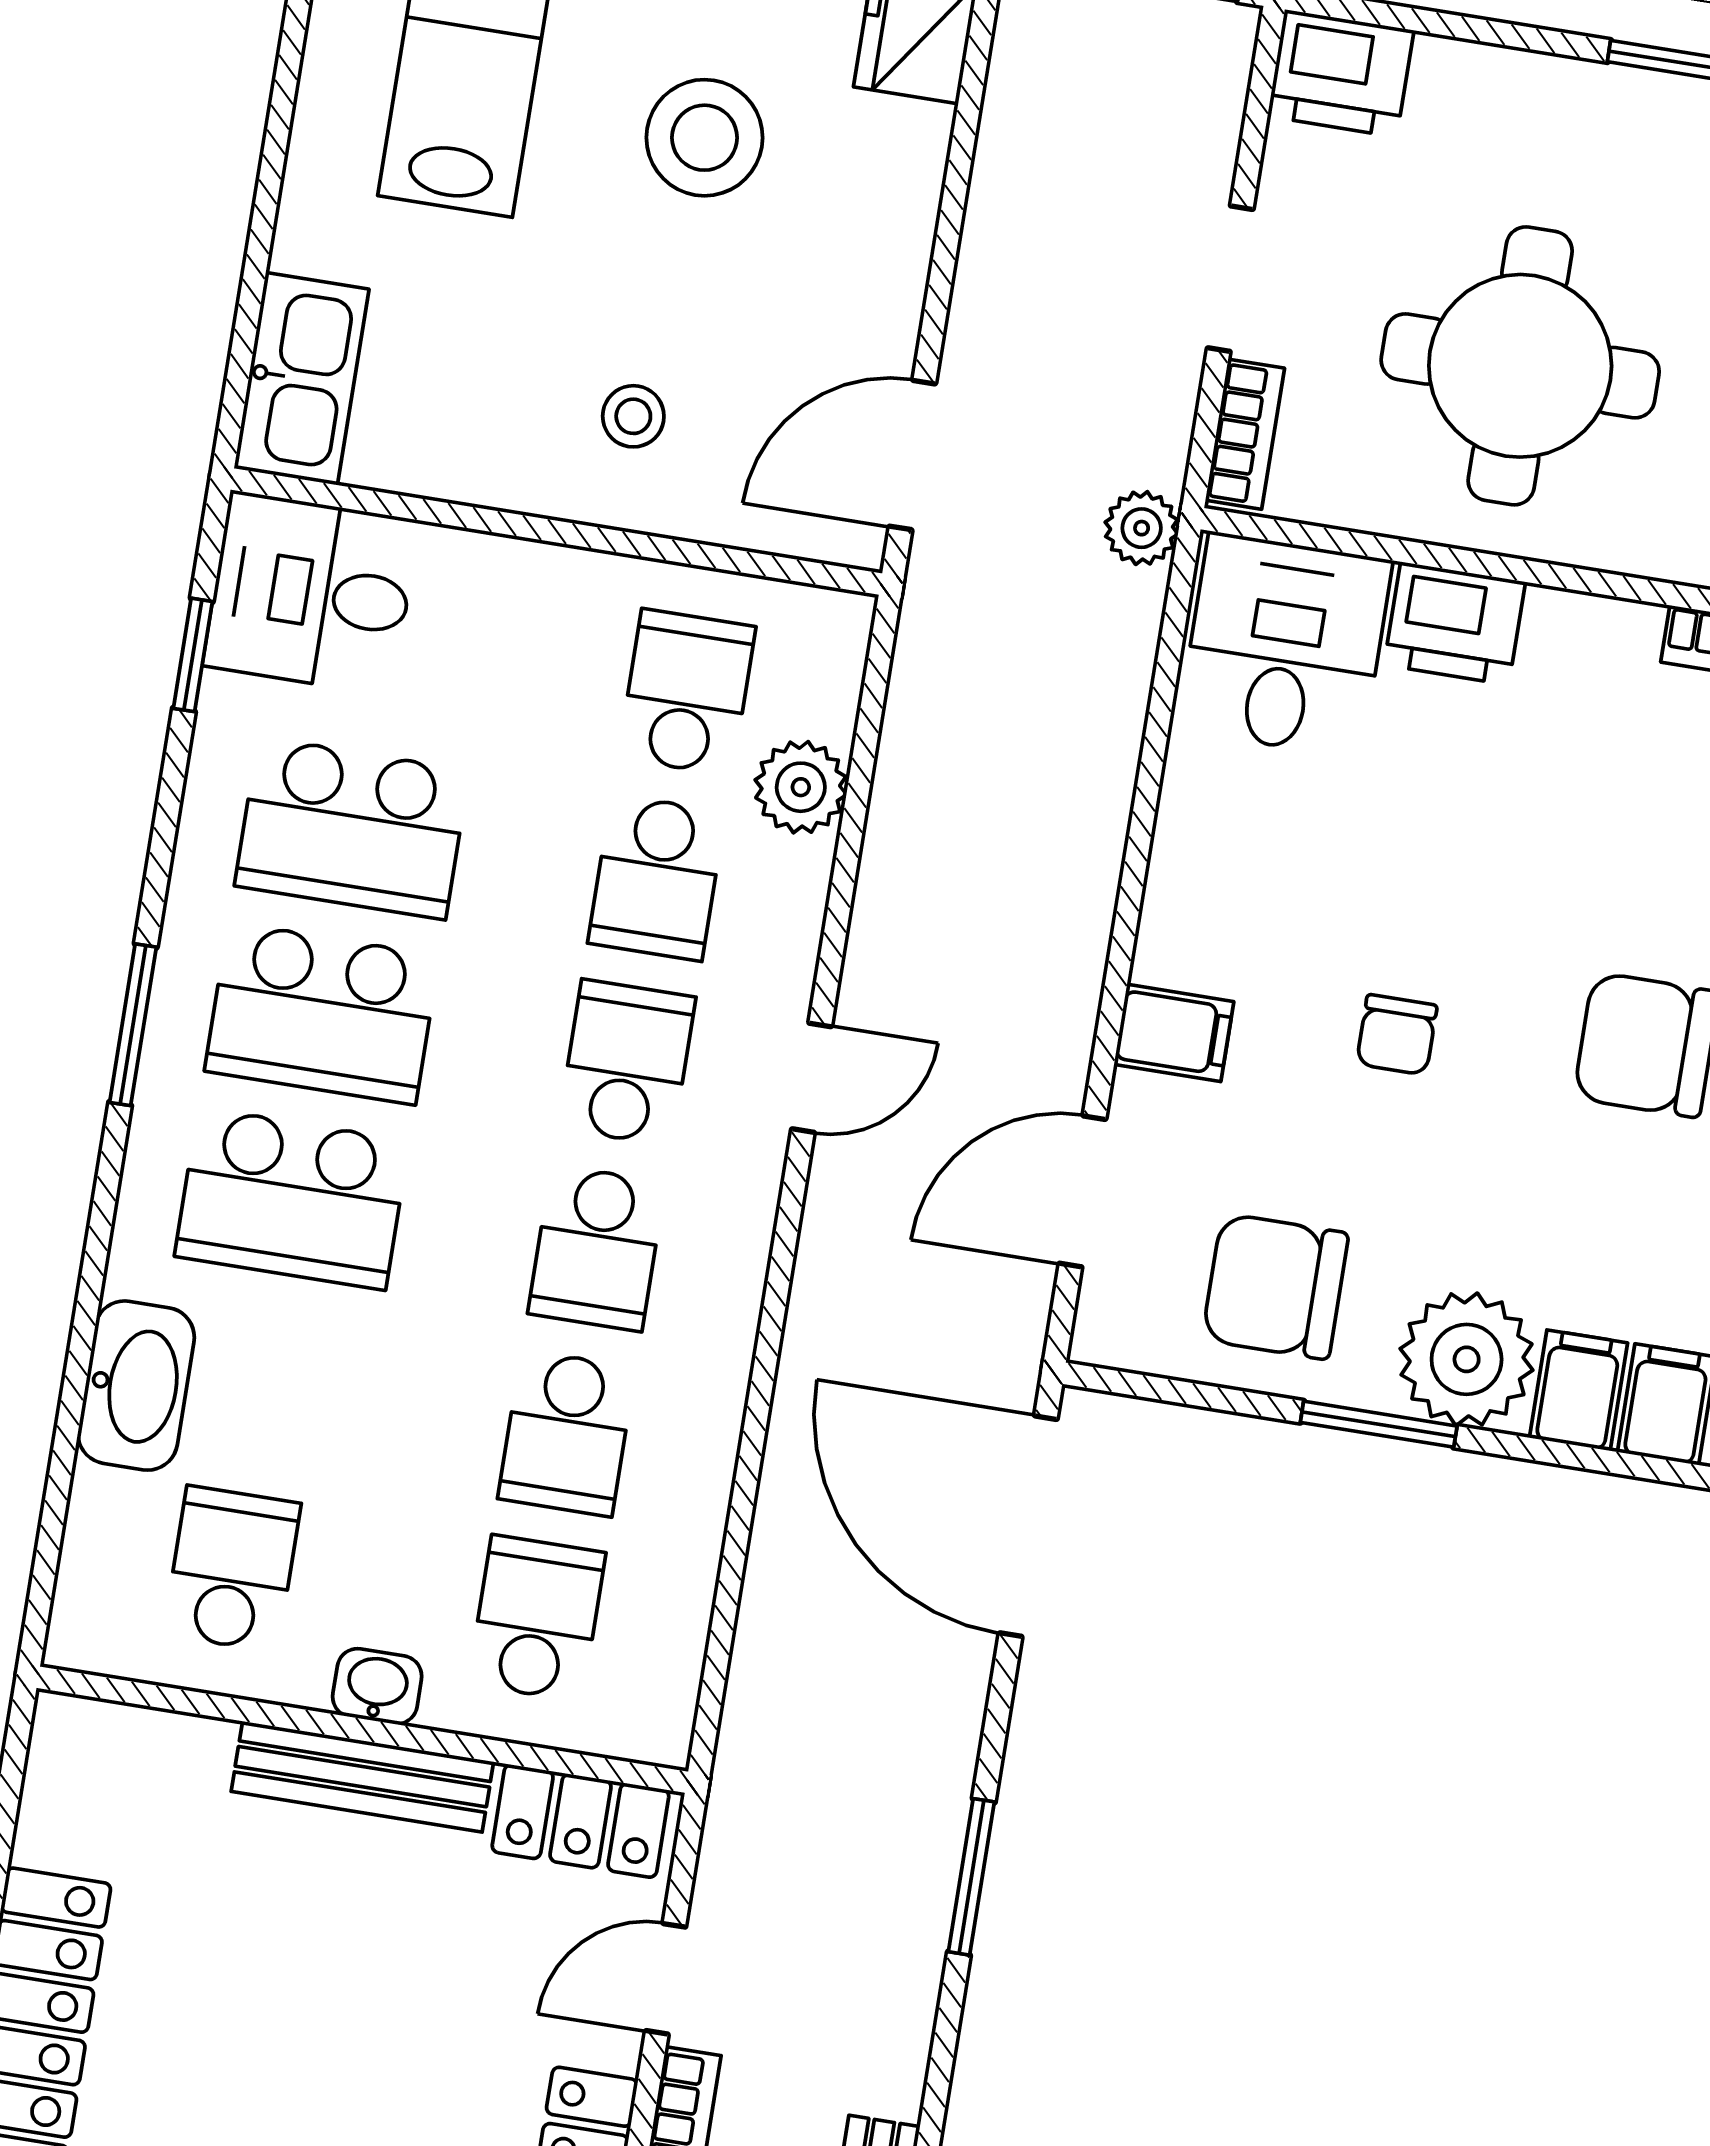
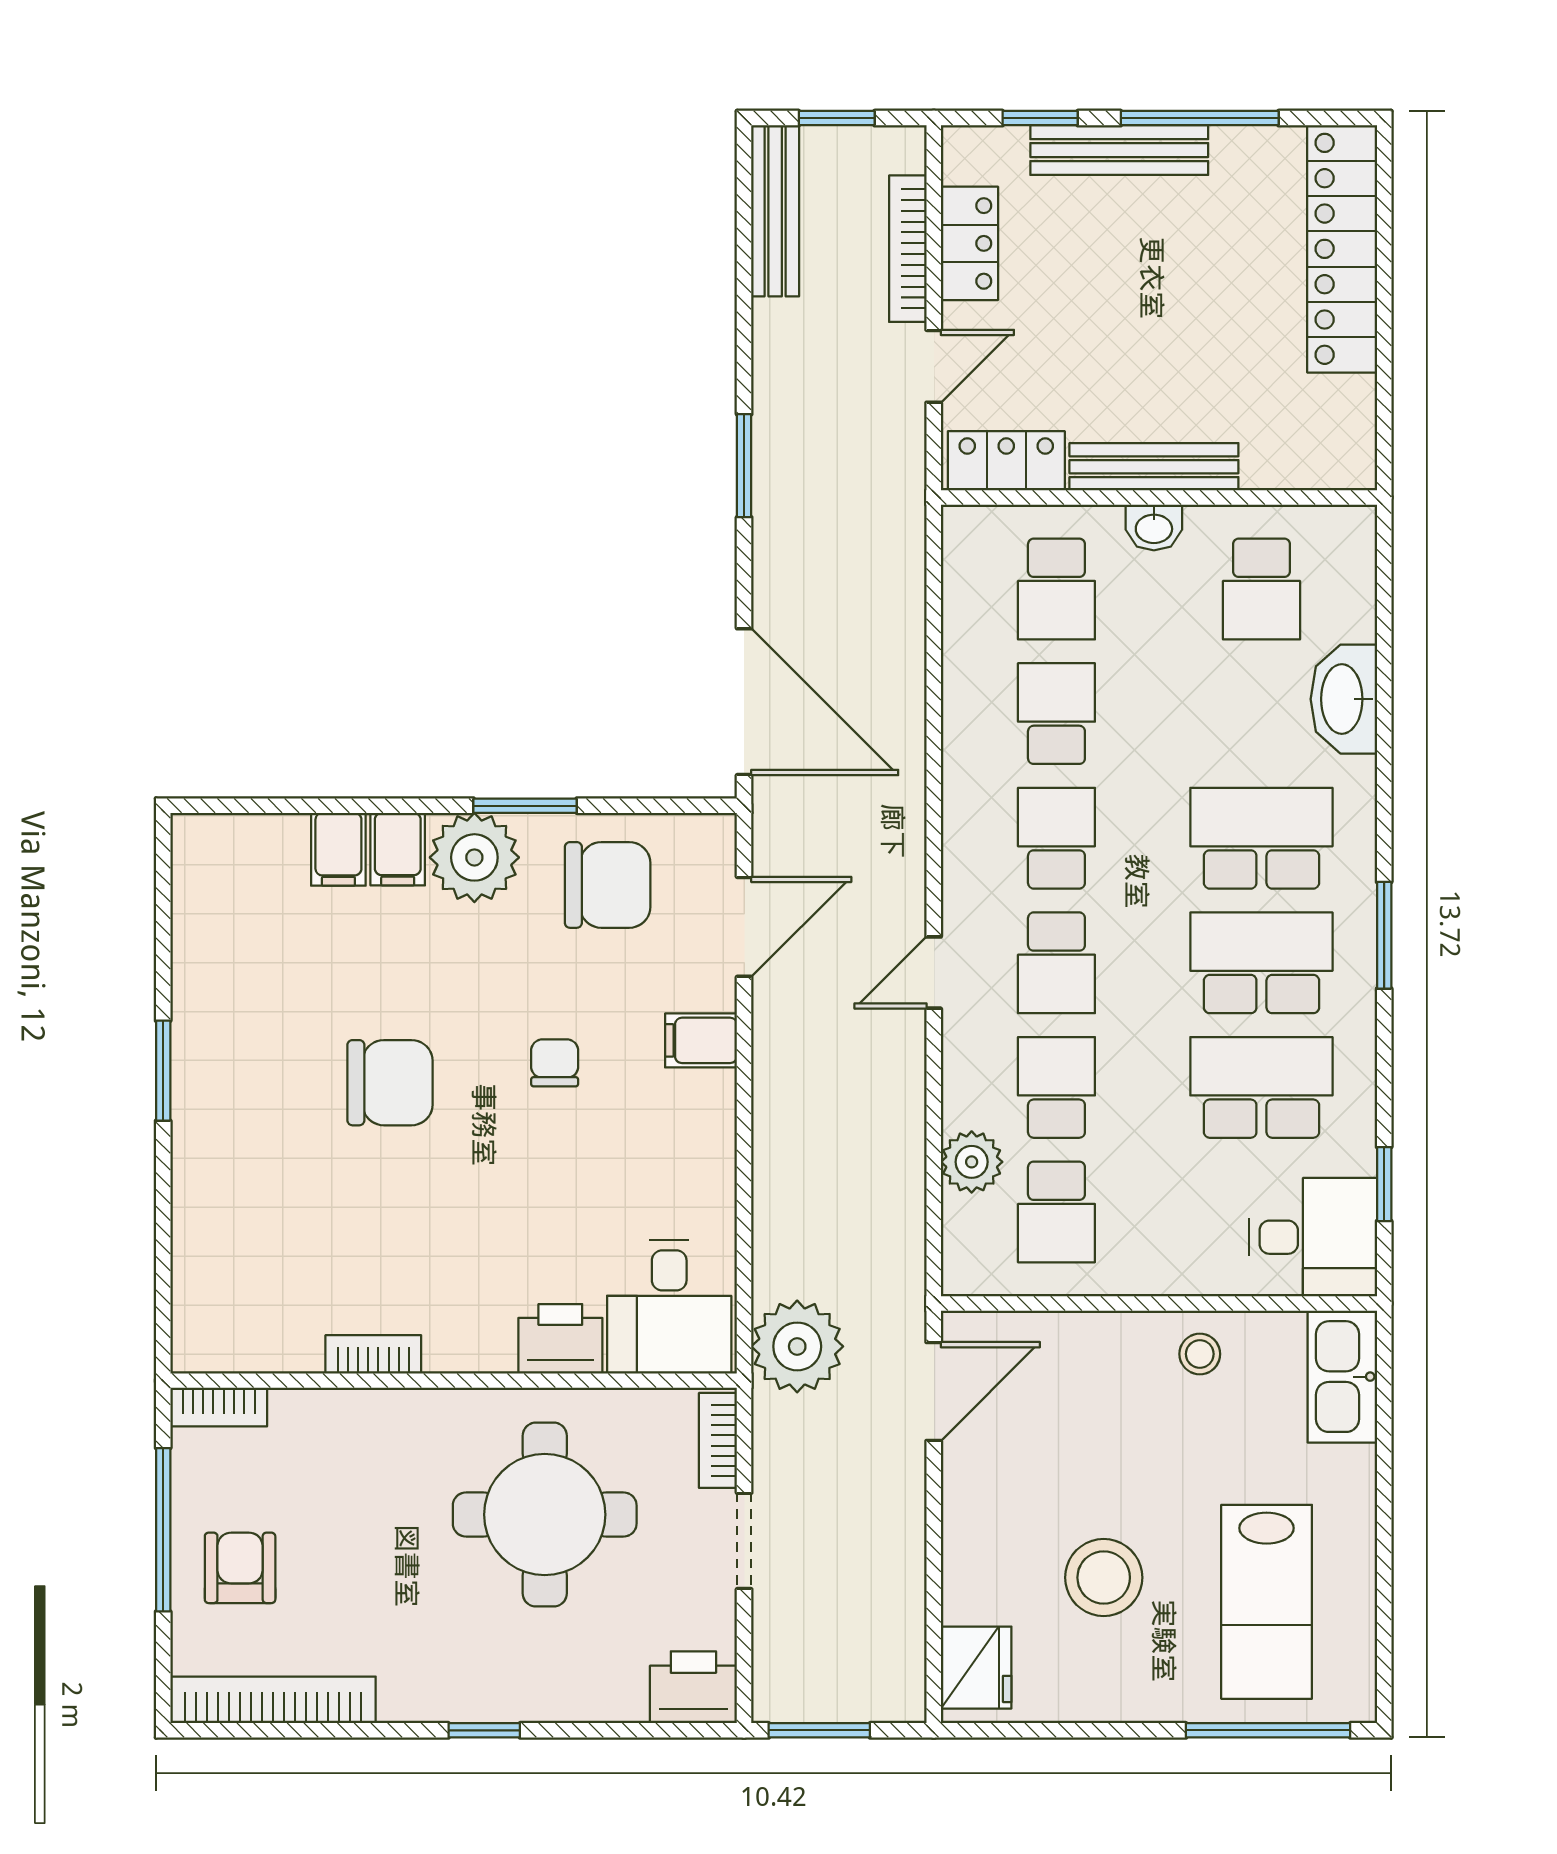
stool: (633, 416) -> (1200, 1354), moved
plant: (1142, 528) -> (797, 1346), width x1.88, depth x1.88

